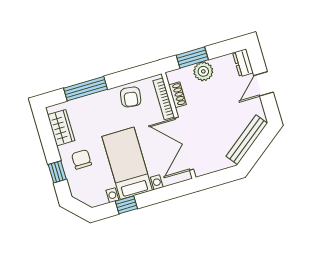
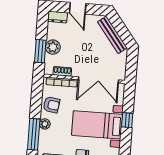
plant: (103, 98) -> (45, 124), added
window: (126, 205) -> (127, 120), moved

